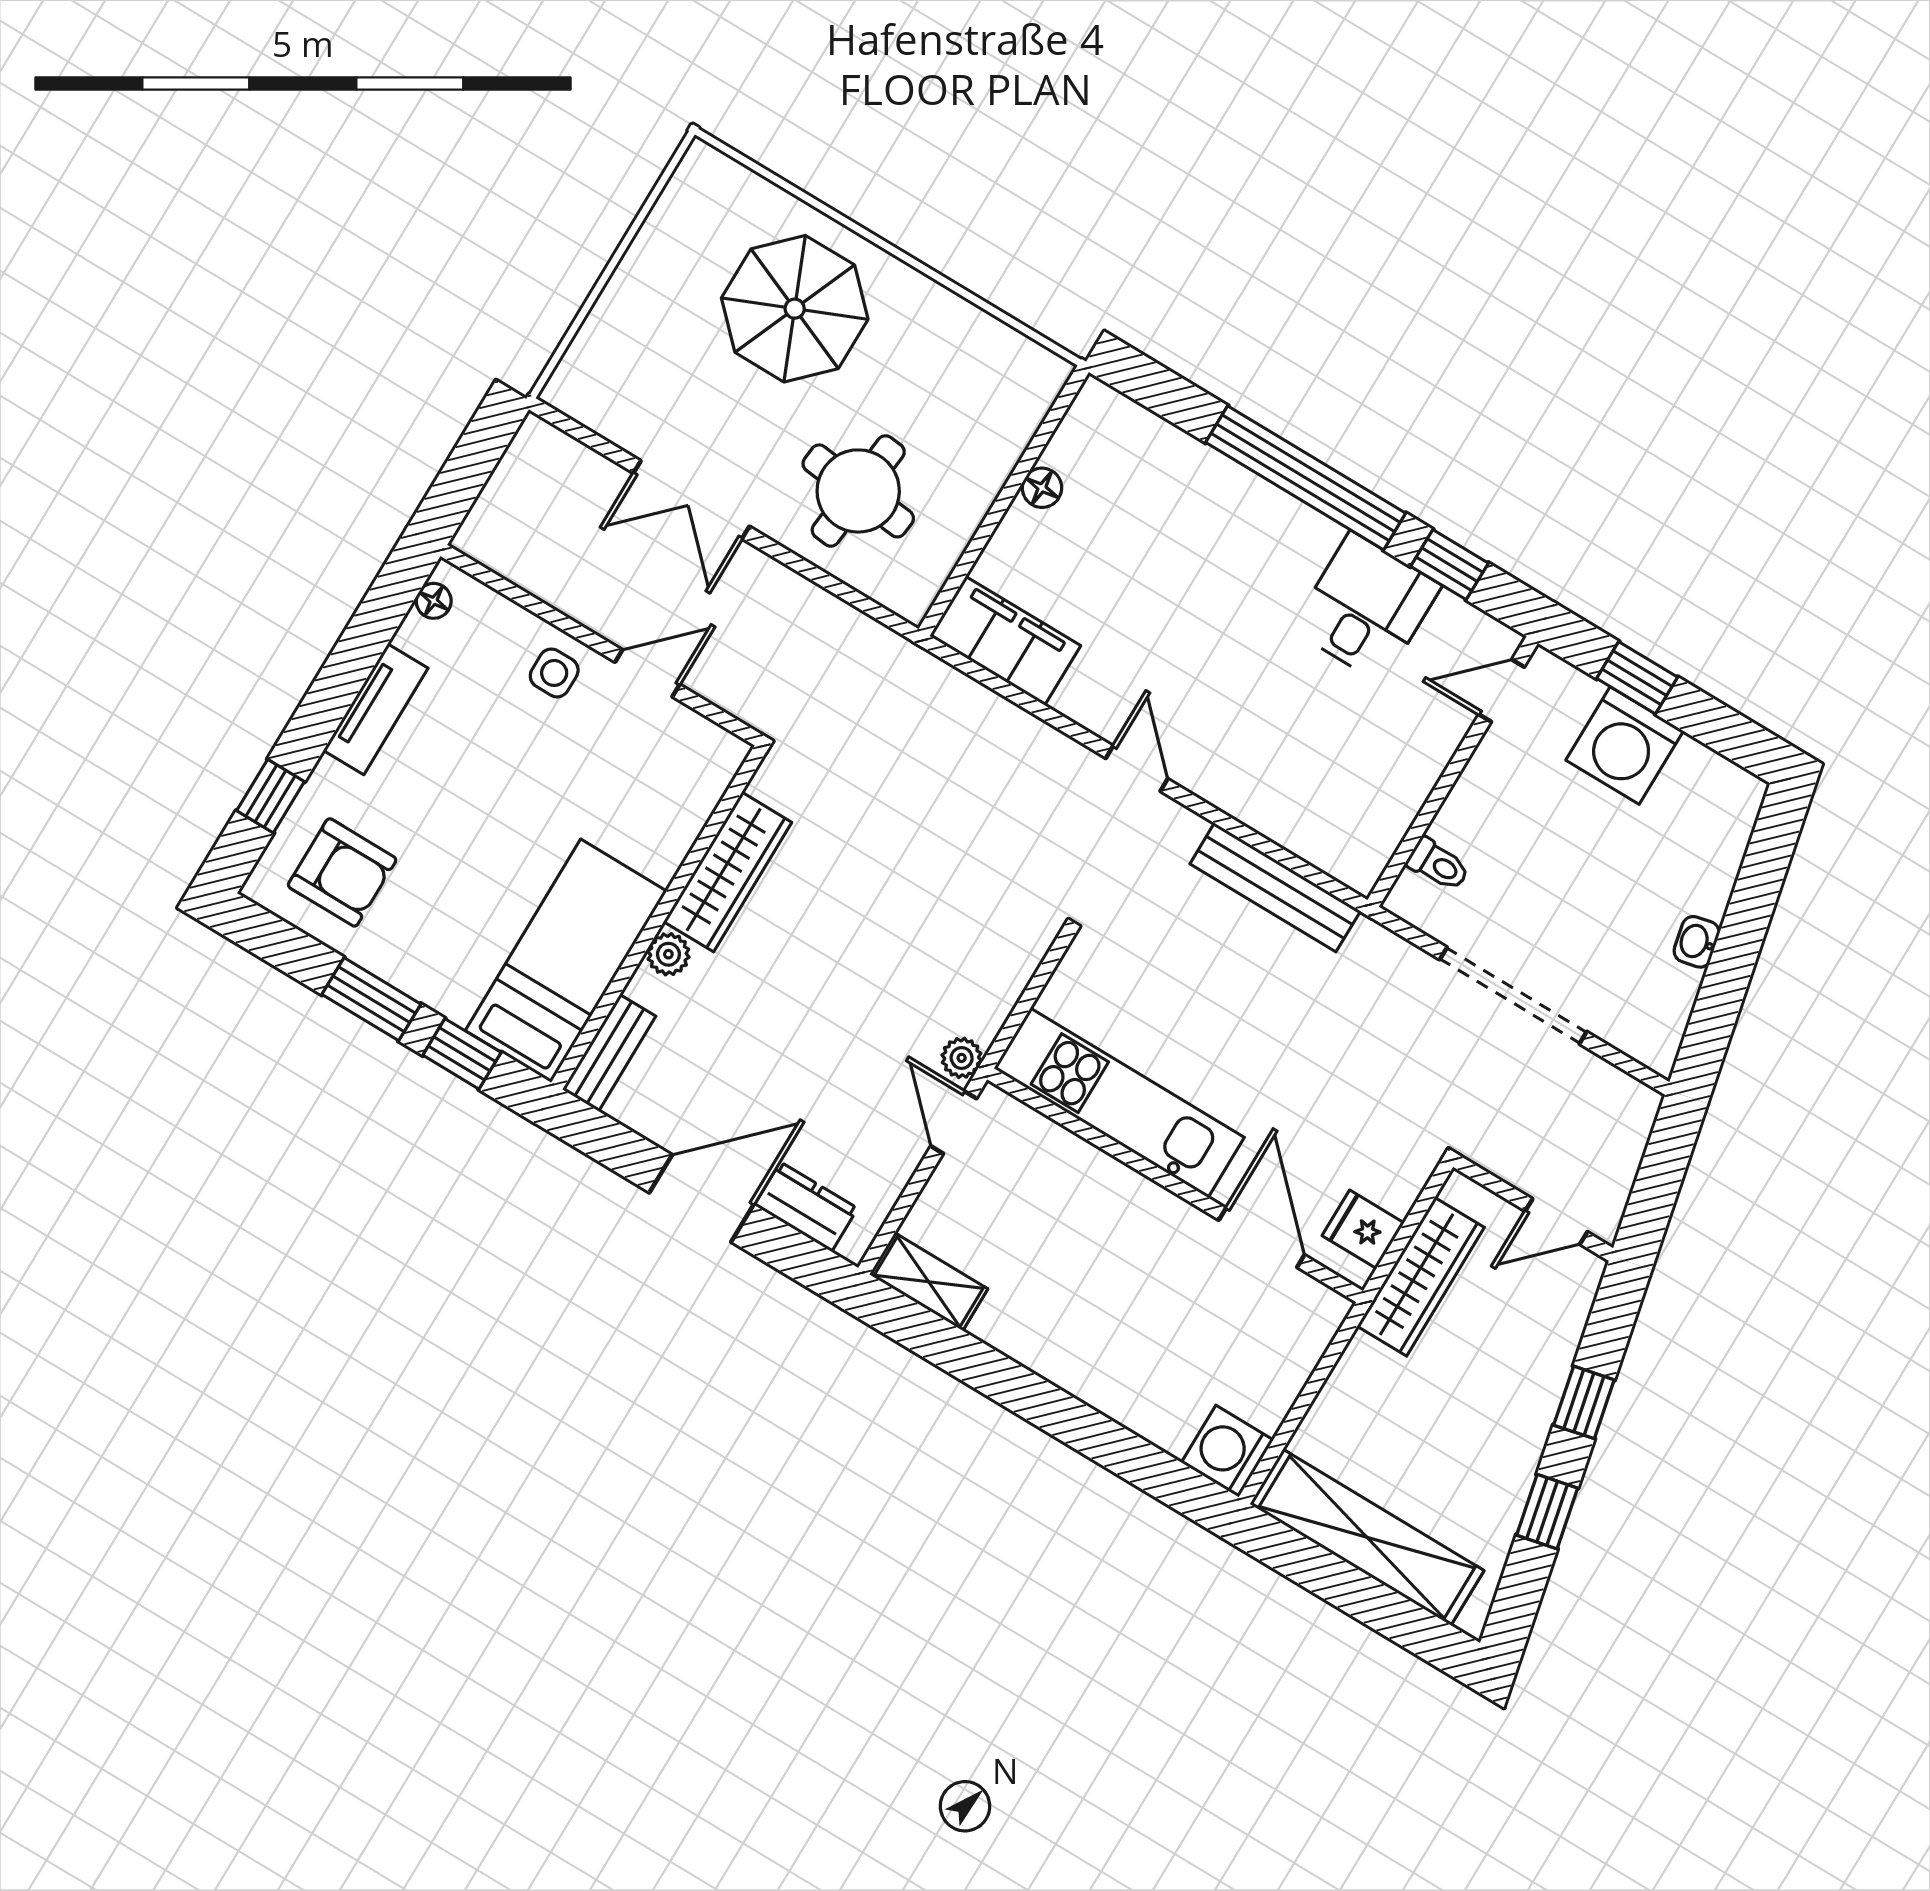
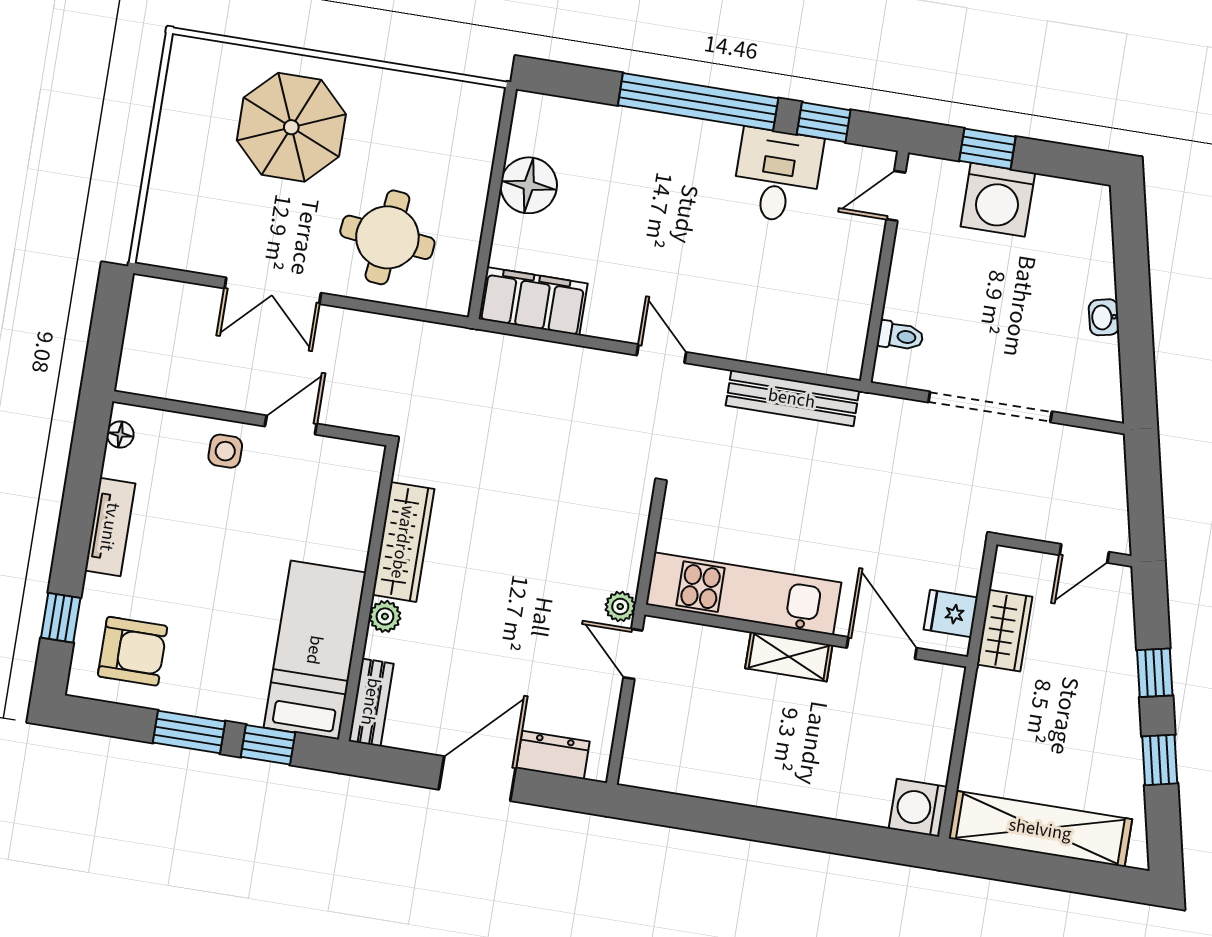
floor lamp: (1042, 488) -> (529, 185), width x1.89, depth x1.89
wardrobe: (1421, 1277) -> (1005, 631), width x0.67
shelving: (929, 1282) -> (789, 657), moved

